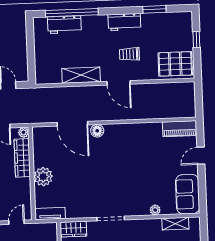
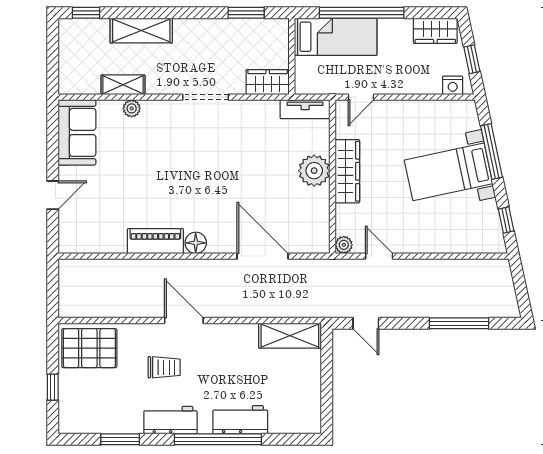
window: (72, 13) -> (218, 439), moved
workbench: (64, 25) -> (240, 420), moved
shelving: (81, 75) -> (290, 336), moved
piano: (180, 129) -> (155, 241), moved
floor lamp: (97, 131) -> (196, 243), moved
wardrobe: (22, 158) -> (347, 171), moved
shelving: (175, 224) -> (123, 85), moved

